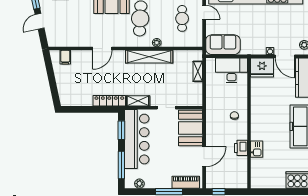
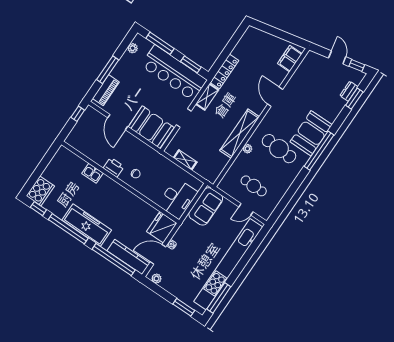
filing cabinet: (65, 57) -> (290, 59), width x2.00
shelving: (198, 71) -> (185, 160), moved
printer: (241, 148) -> (114, 167), moved

